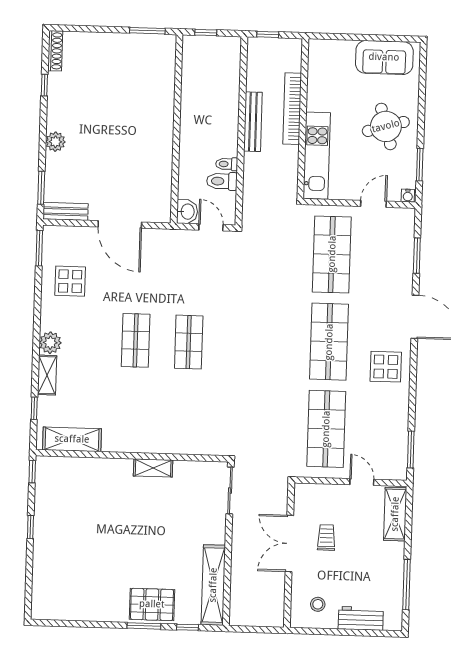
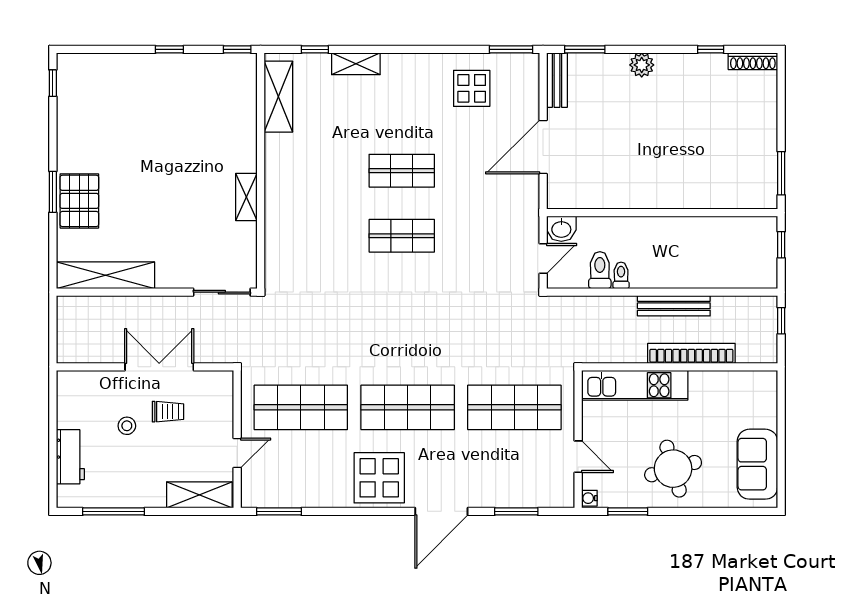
plant: (50, 343) -> (396, 66), removed
display table: (386, 367) -> (379, 478), width x1.36, depth x1.36
stool: (318, 604) -> (127, 426), moved
window: (188, 627) -> (53, 83), moved

